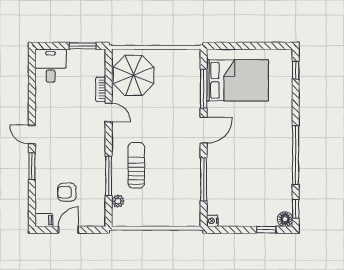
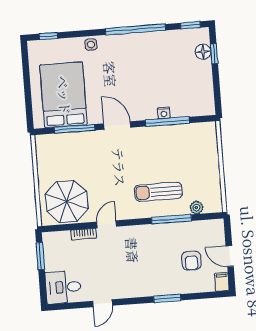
side table: (284, 111) -> (91, 45), added
door: (32, 135) -> (103, 303), moved
floor lamp: (285, 219) -> (203, 52), moved
nightstand: (212, 221) -> (164, 113), moved

